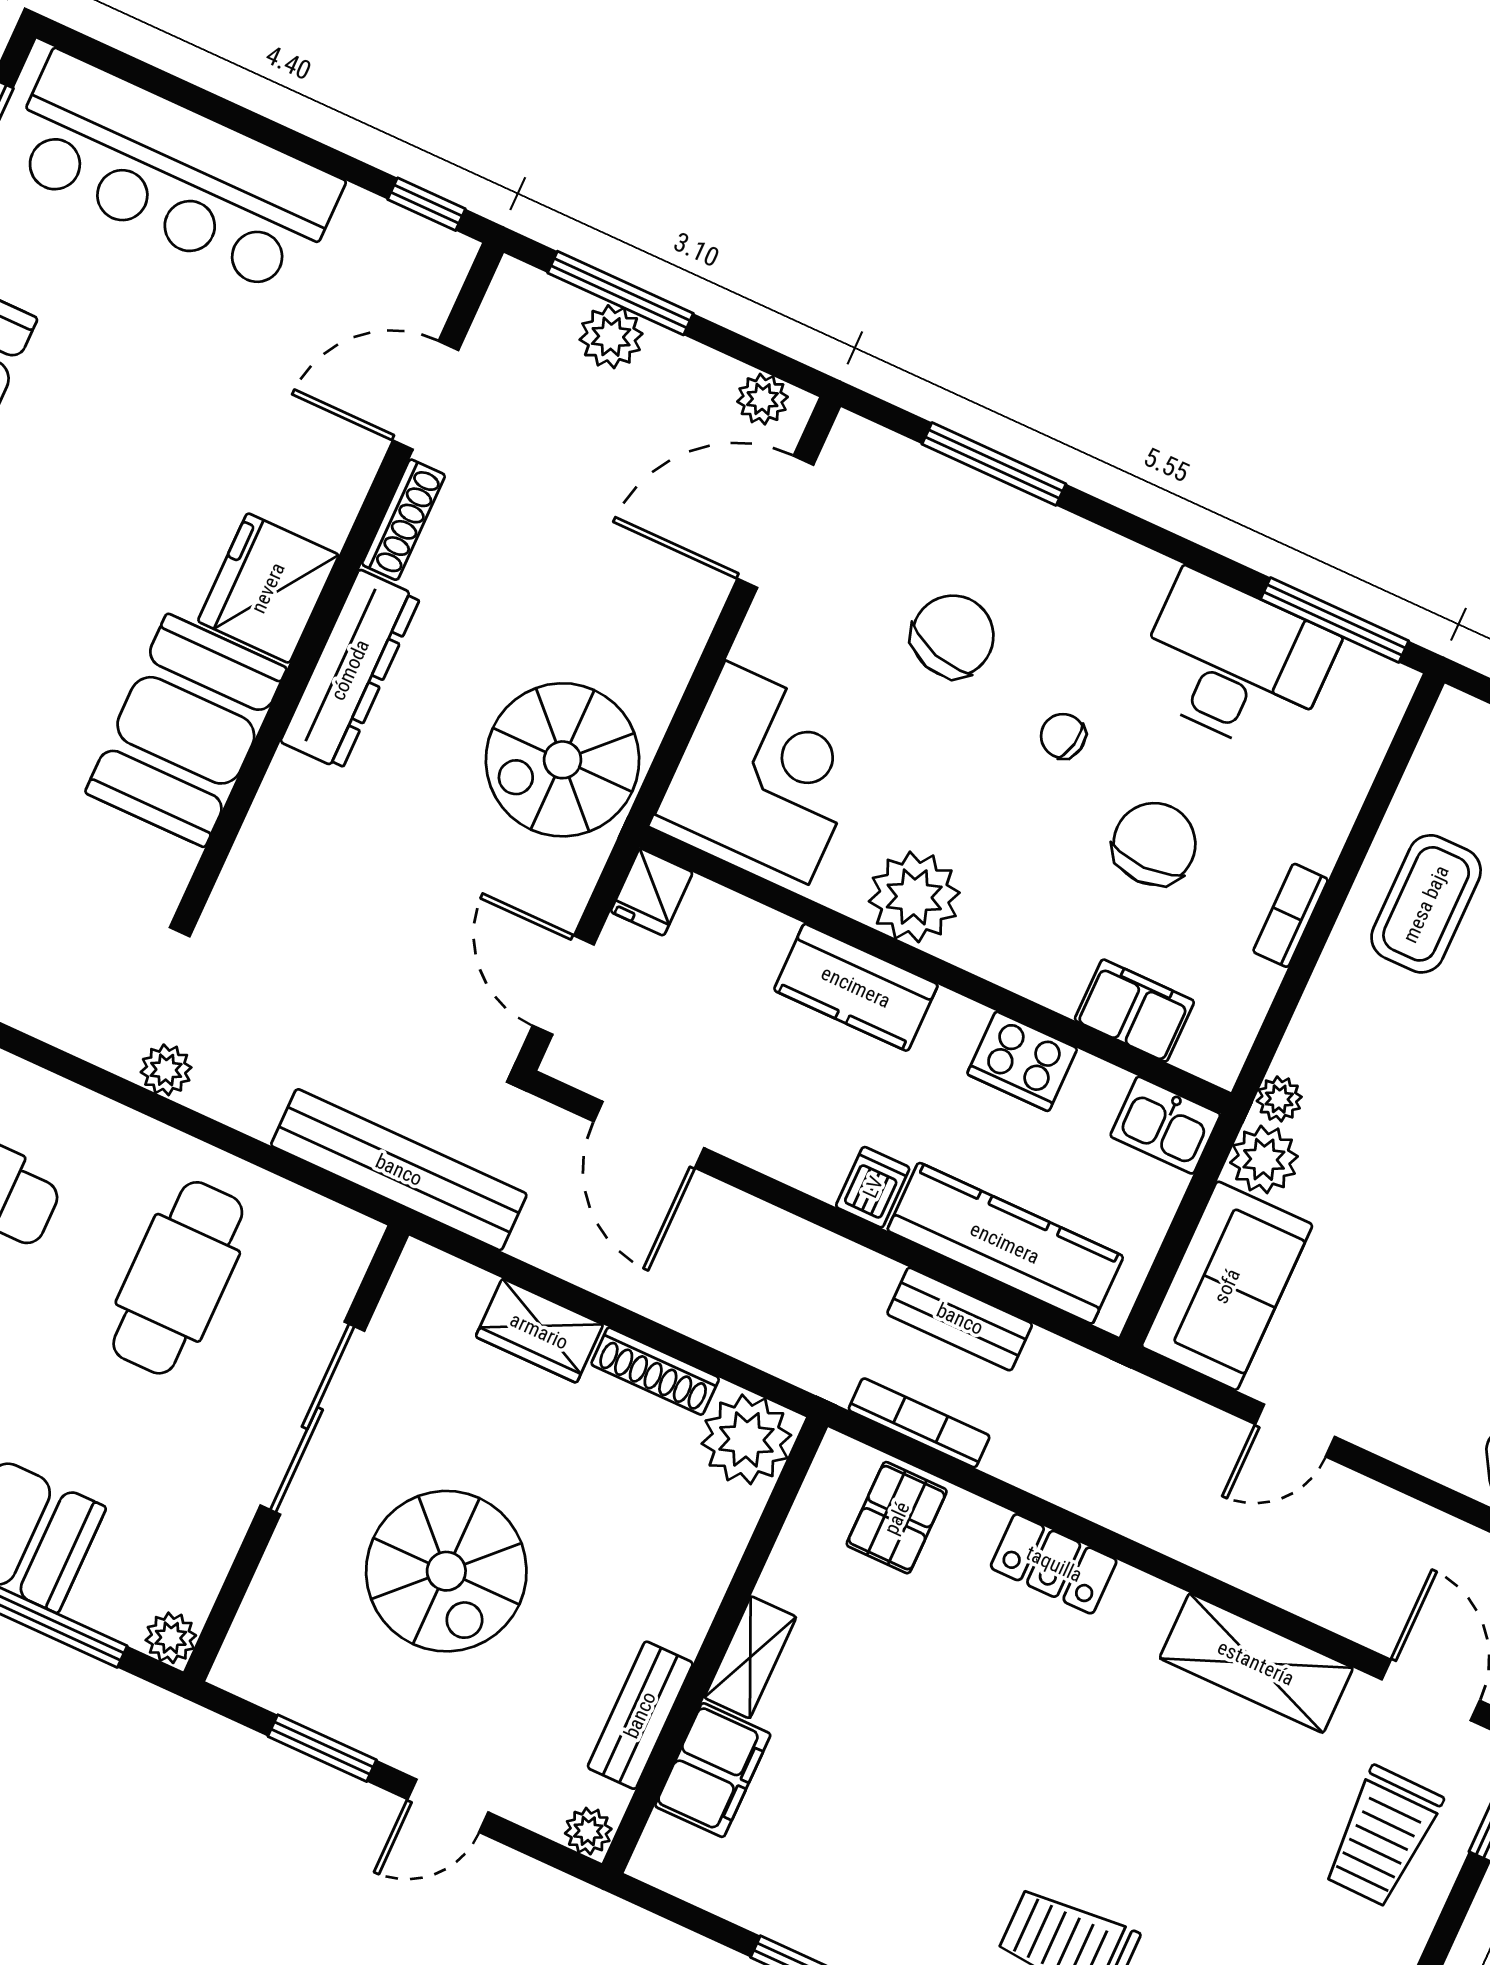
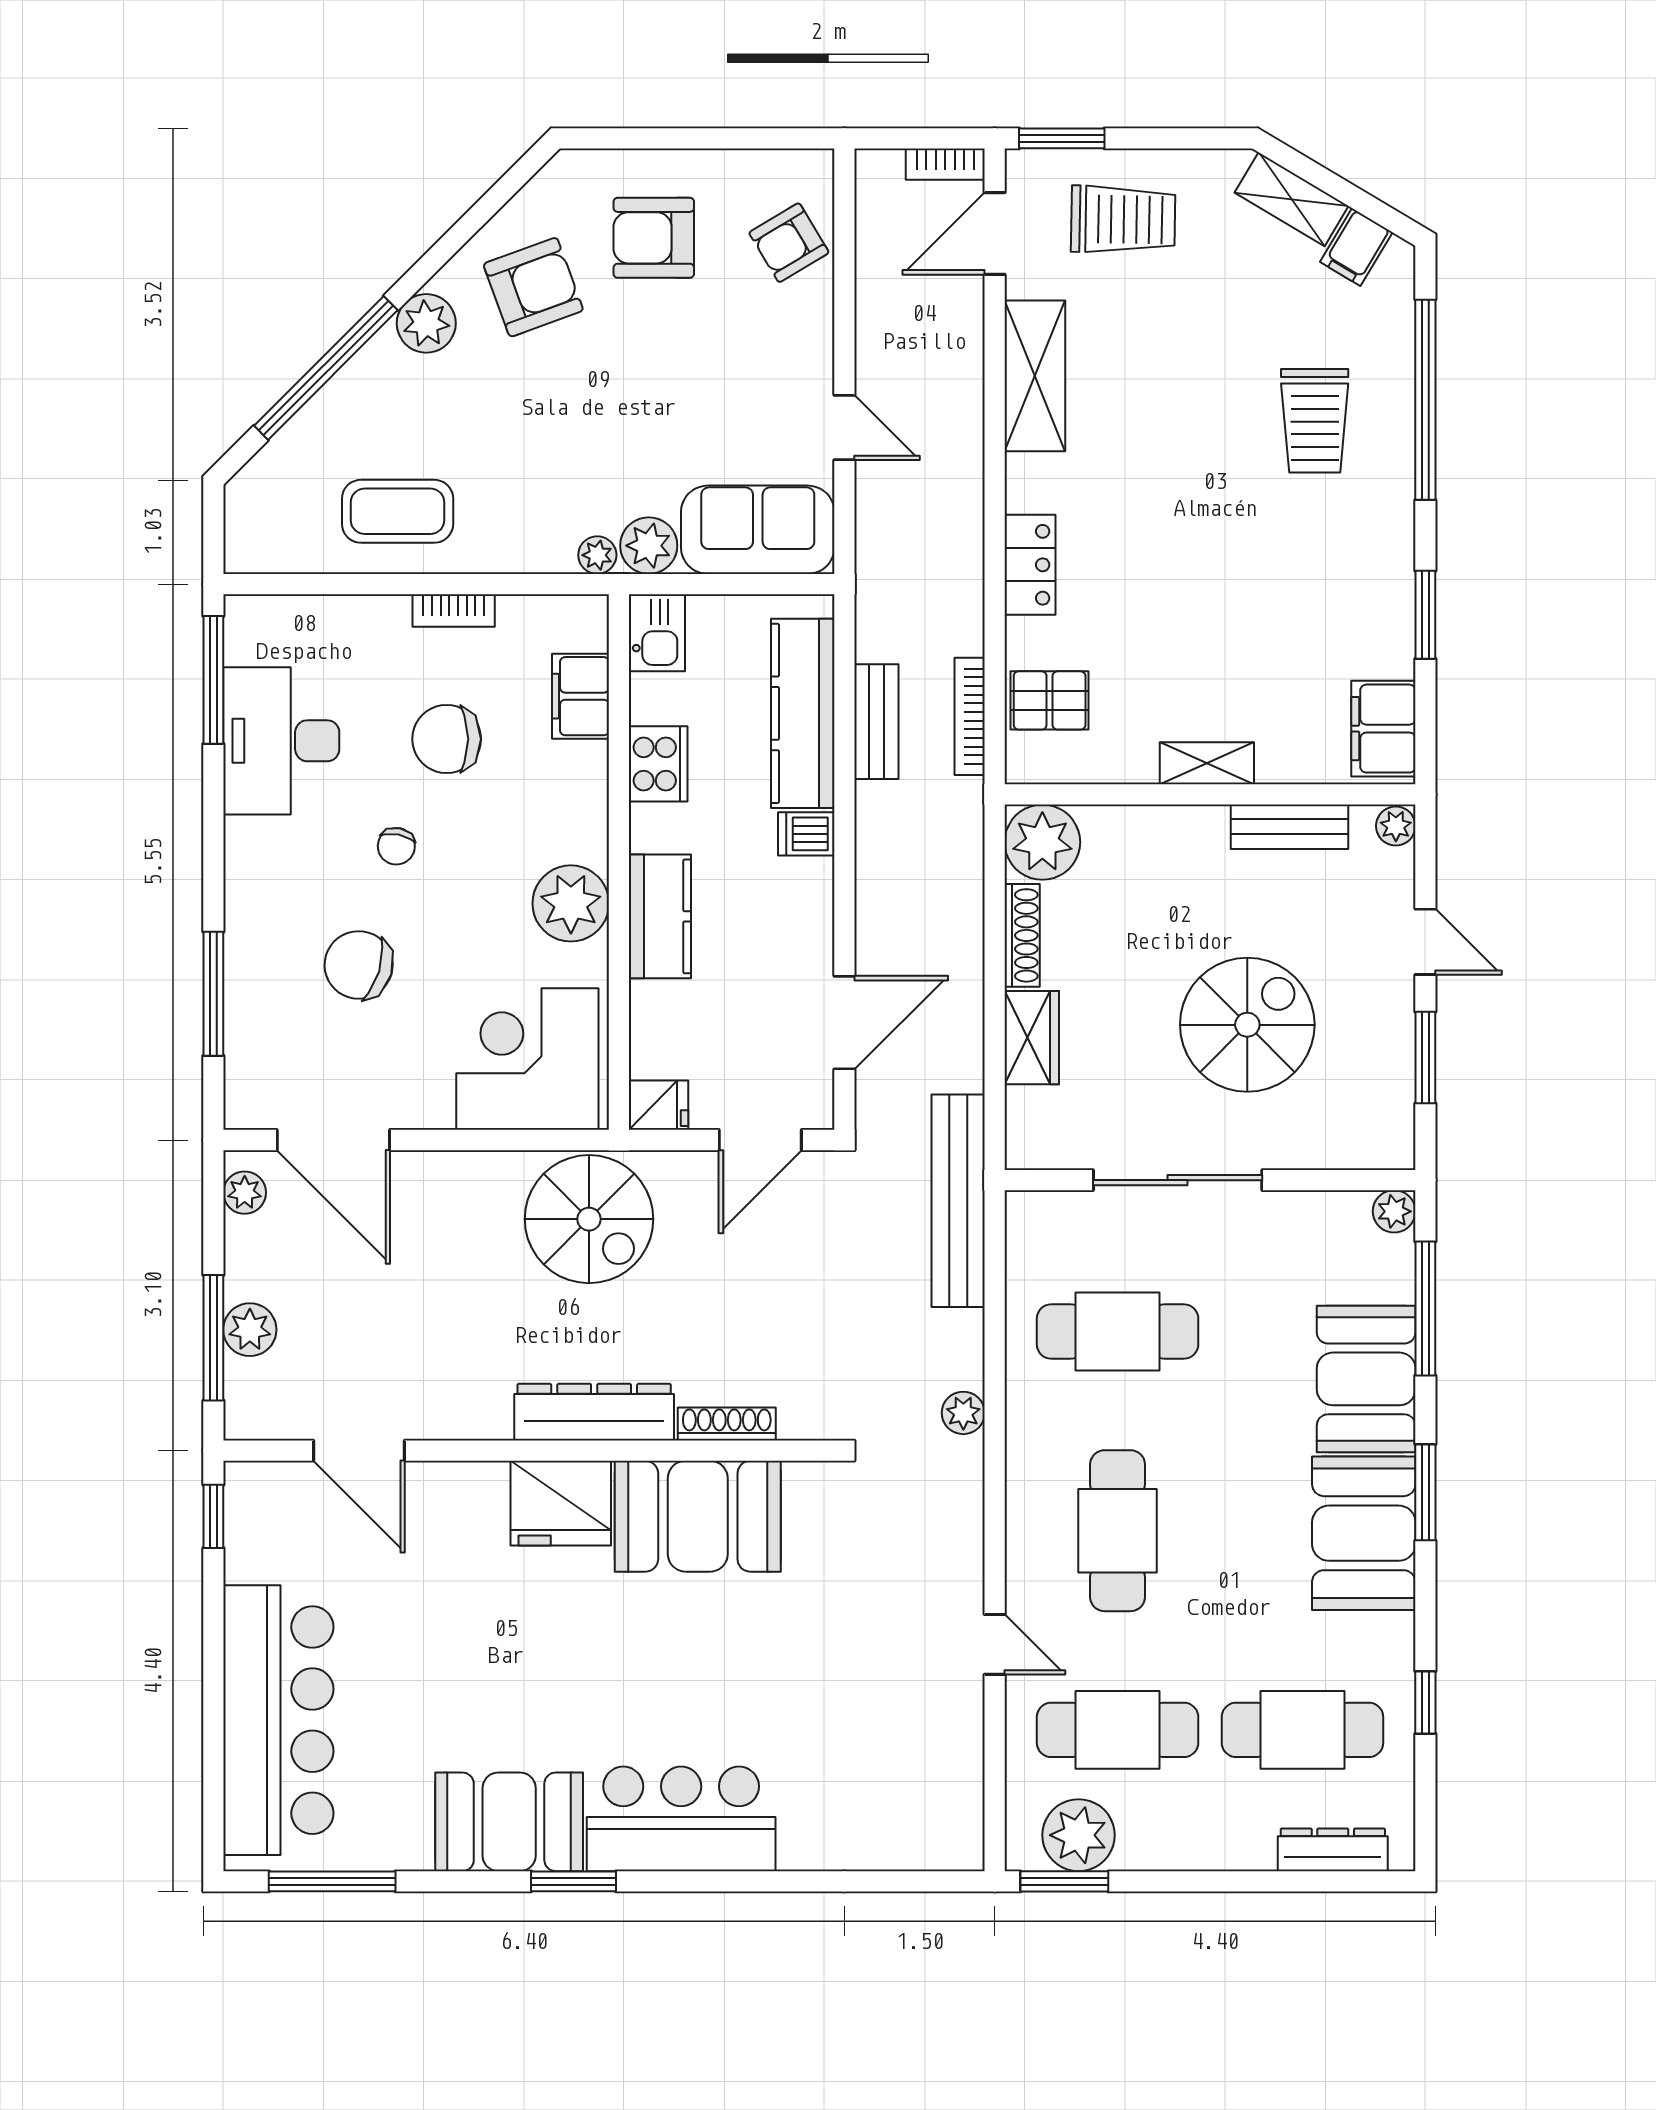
shoe rack: (403, 520) -> (727, 1424), moved
filing cabinet: (713, 1770) -> (1383, 729), moved, turned -90

